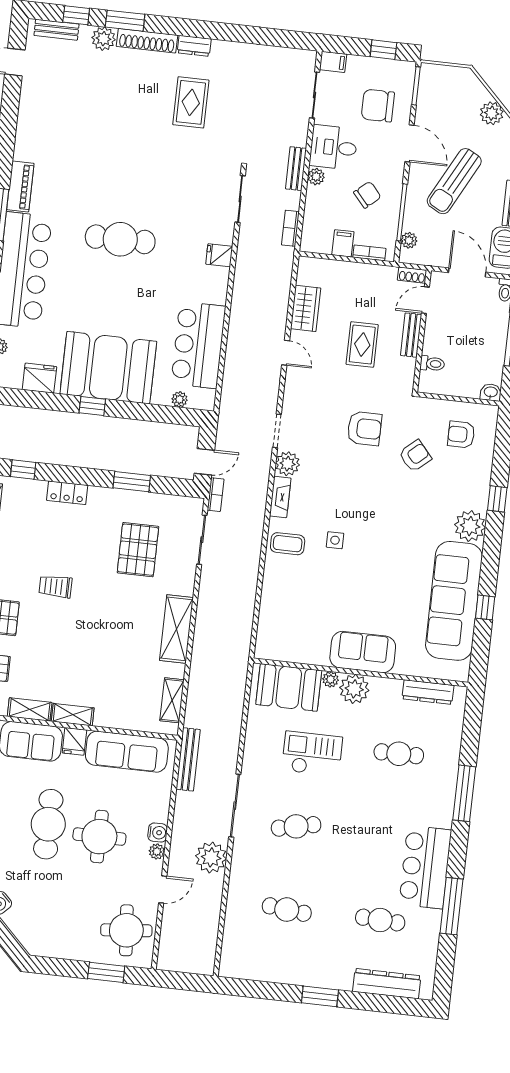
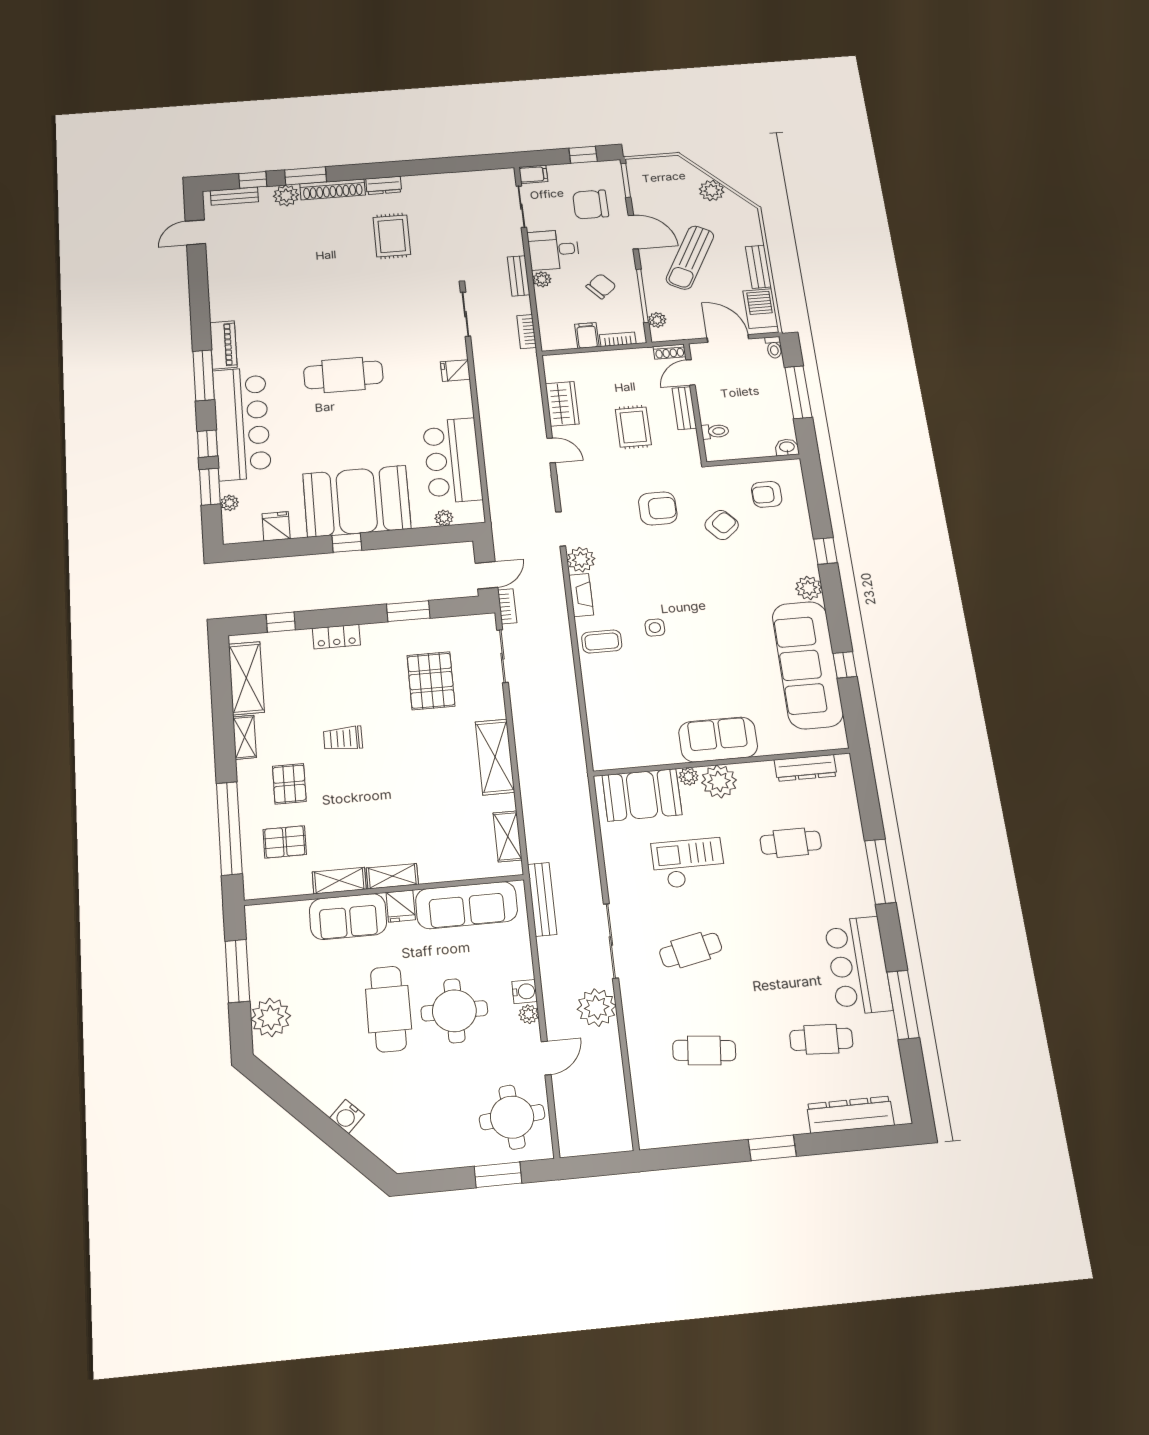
fridge: (39, 378) -> (276, 526), width x0.72
plant: (470, 526) -> (809, 588), width x0.73, depth x0.73

